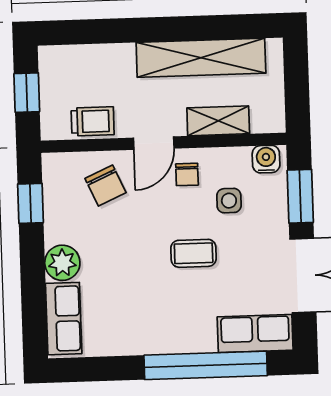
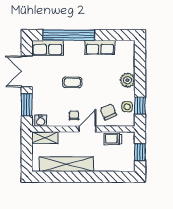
shelving: (218, 121) -> (45, 137), moved
side table: (229, 201) -> (127, 107), moved
row of seats: (64, 319) -> (100, 47), moved, turned -90

